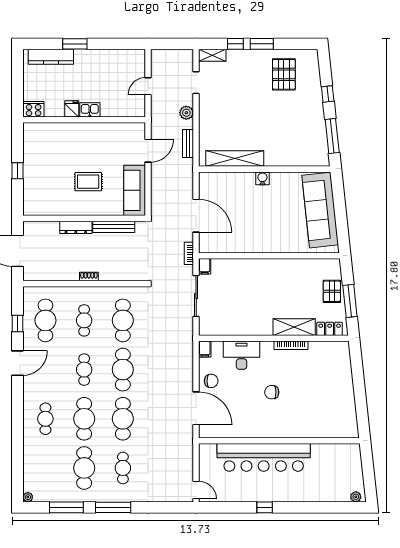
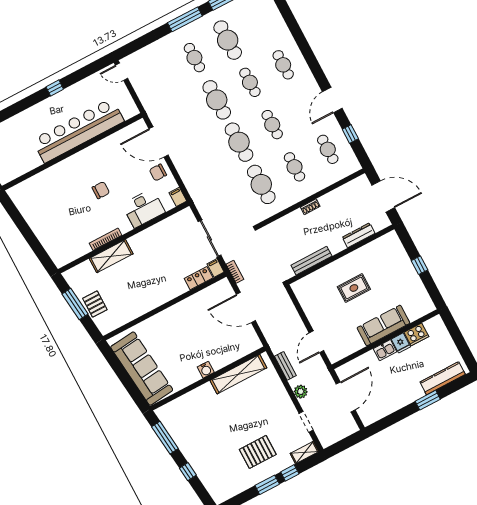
pallet: (284, 74) -> (258, 452), moved, turned 90
door: (148, 86) -> (346, 397), width x1.88
cooker: (34, 109) -> (416, 334), moved
sofa: (135, 190) -> (383, 325), moved, turned -90
dresser: (76, 227) -> (359, 235), moved
cafe table: (45, 320) -> (328, 149), width x0.73, depth x0.74
locker: (330, 329) -> (199, 278), moved, turned 180
cafe table: (84, 419) -> (250, 82), width x0.73, depth x0.74

